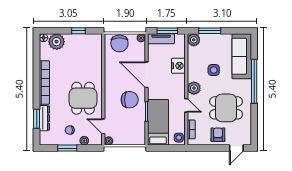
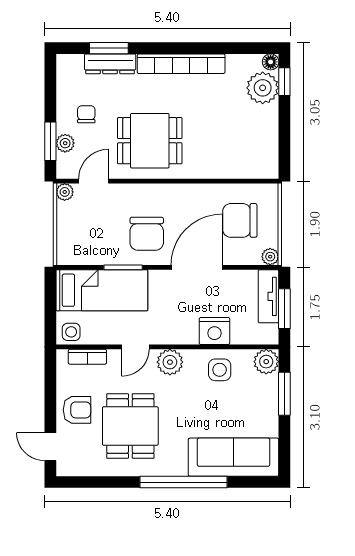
window: (78, 31) -> (284, 82), moved
chair: (119, 43) -> (240, 220), moved
side table: (214, 70) -> (220, 370), moved
window: (67, 148) -> (50, 141), moved

